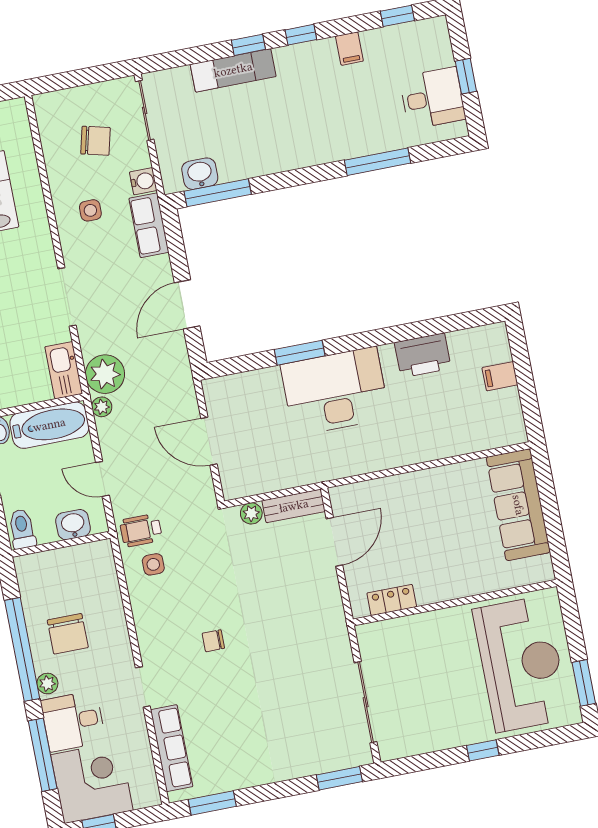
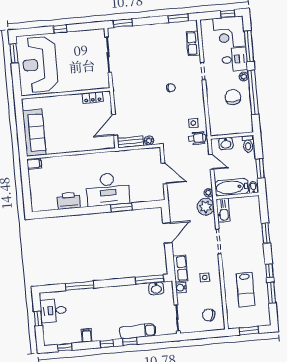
chair: (96, 141) -> (209, 315), moved
filing cabinet: (500, 376) -> (34, 164), moved
row of seats: (172, 748) -> (193, 43), width x0.68

